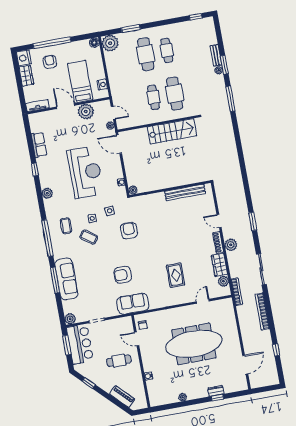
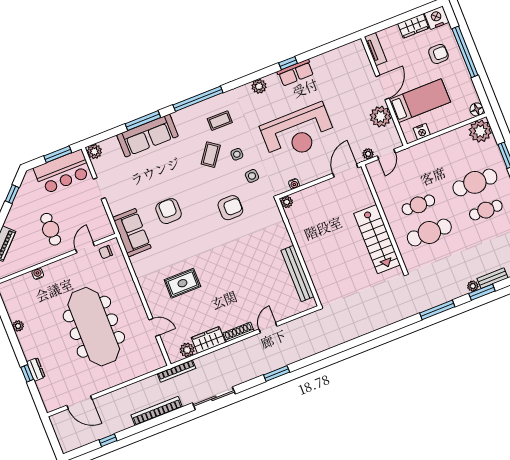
row of seats: (39, 145) -> (296, 73), moved
plant: (231, 245) -> (239, 350), removed

